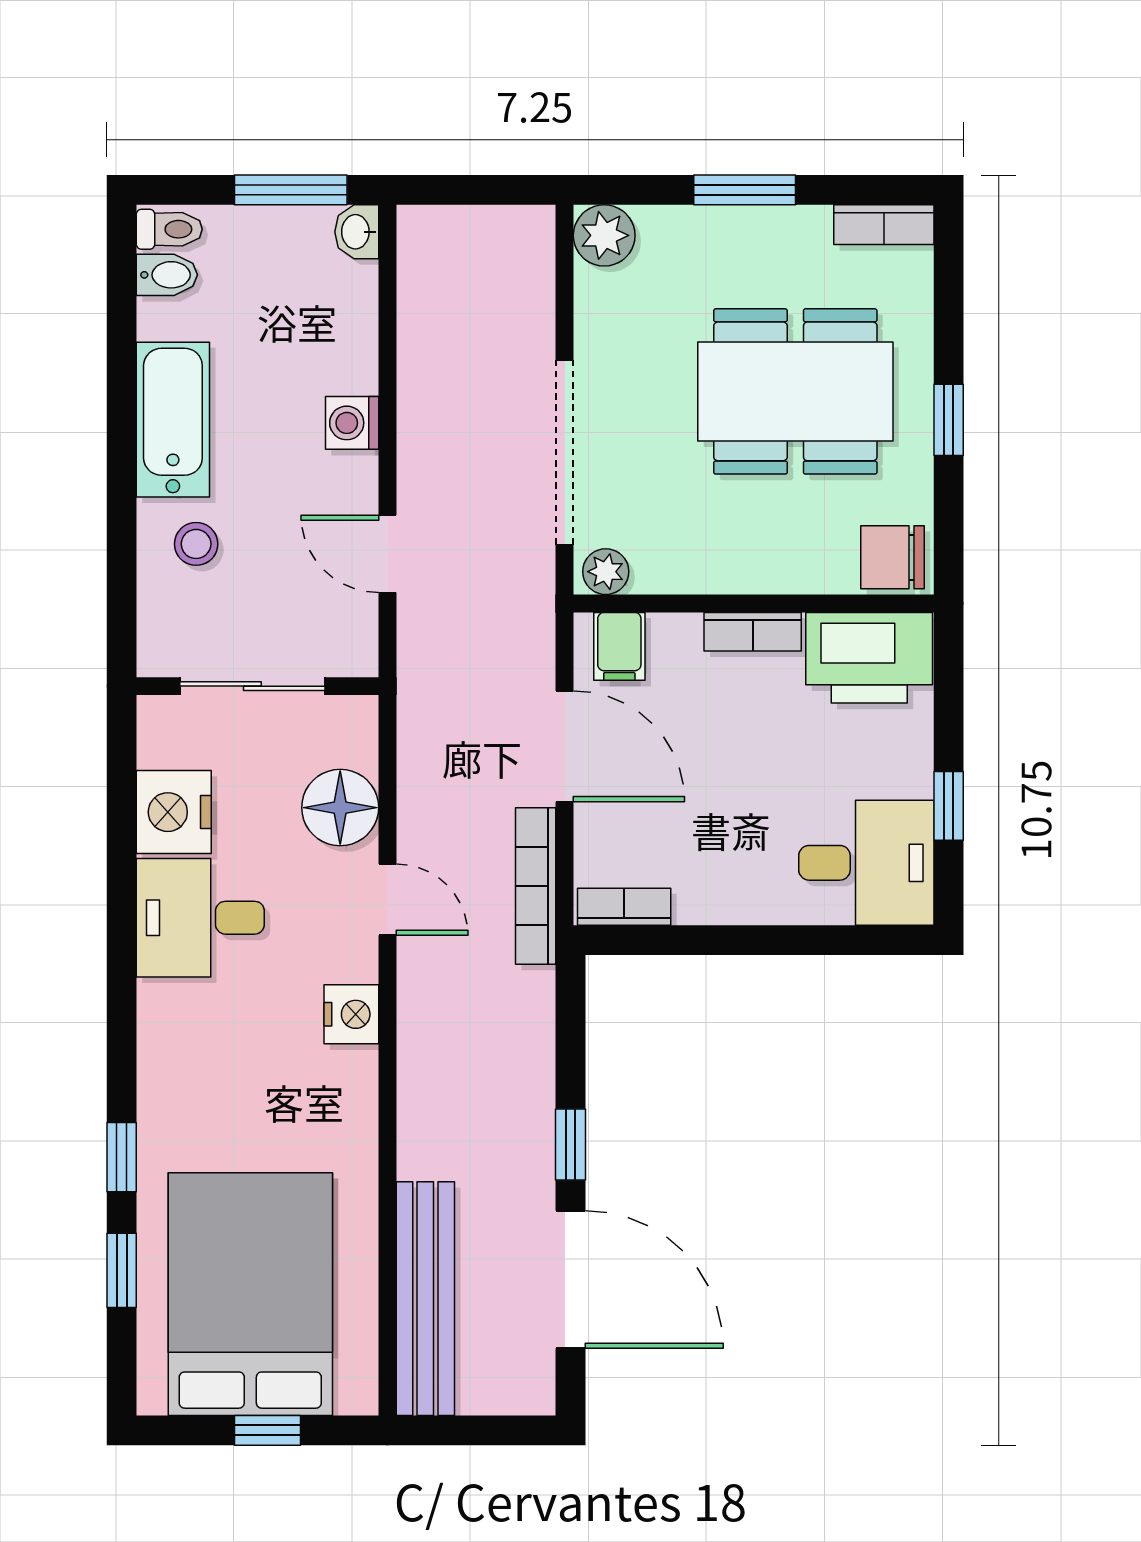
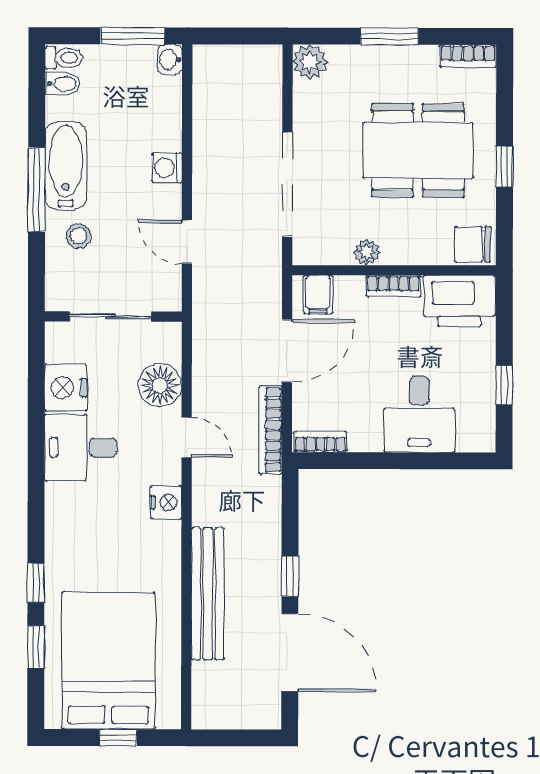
window: (122, 462) -> (37, 190), added
plant: (606, 572) -> (367, 252), moved
door: (565, 746) -> (287, 351), hinge flipped
desk: (866, 863) -> (419, 414), moved, turned 90
bench: (425, 1299) -> (208, 594), moved

